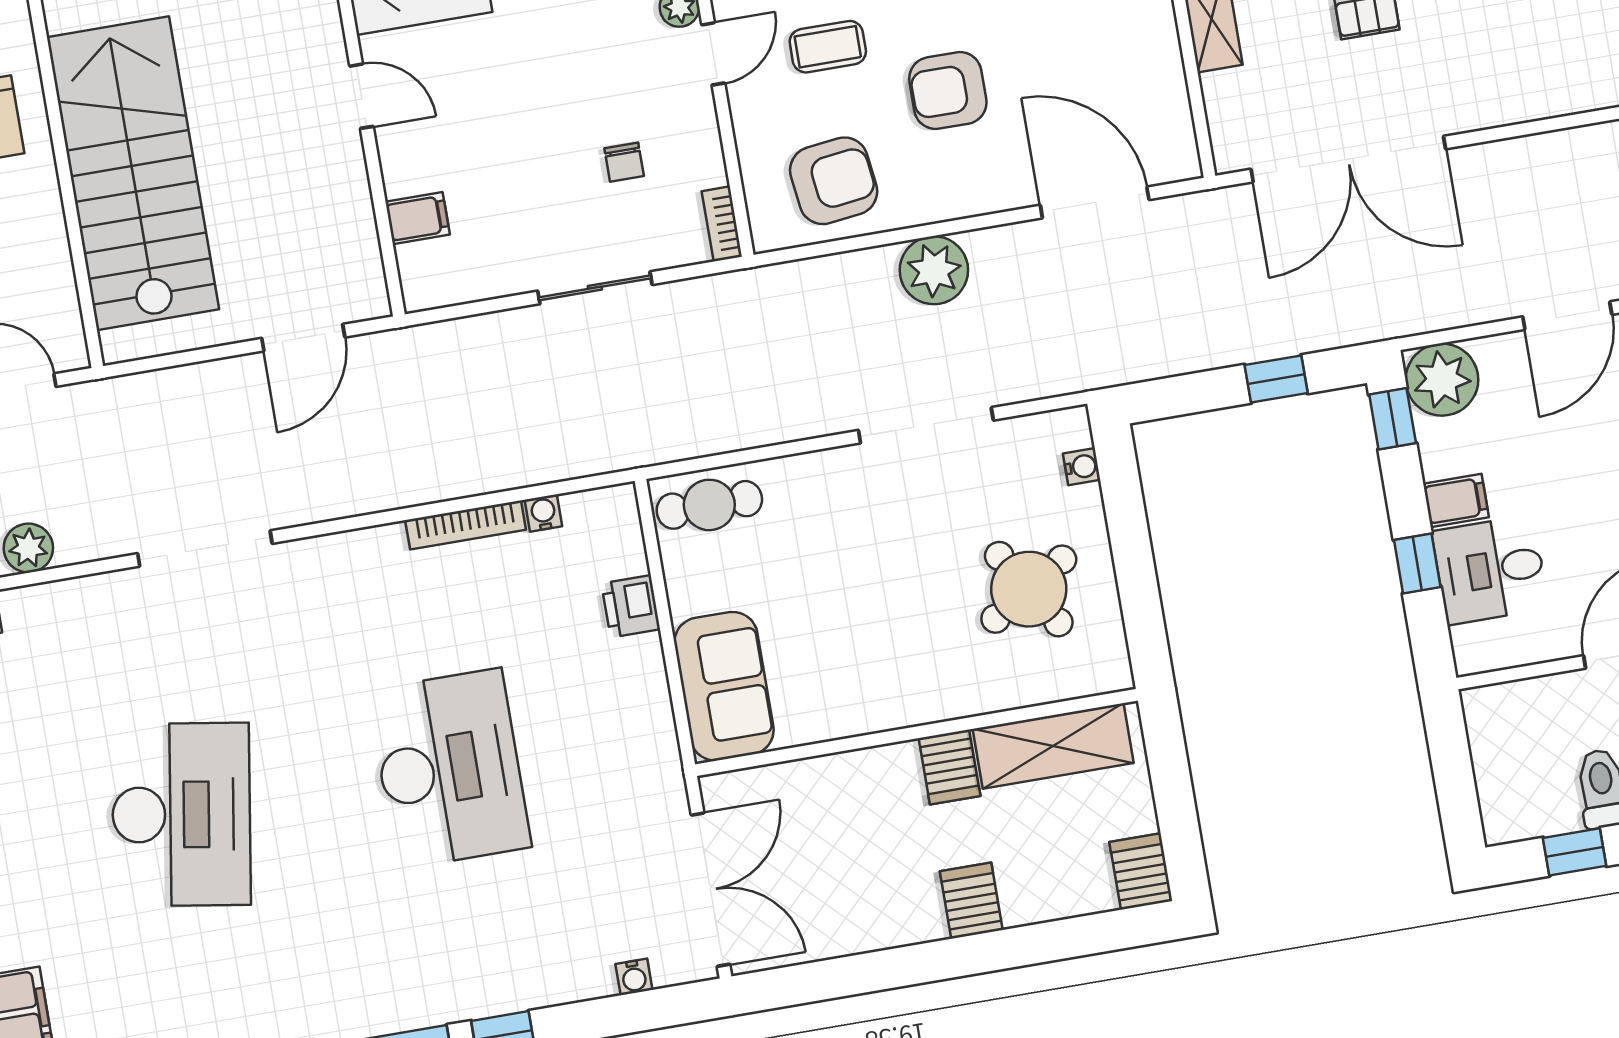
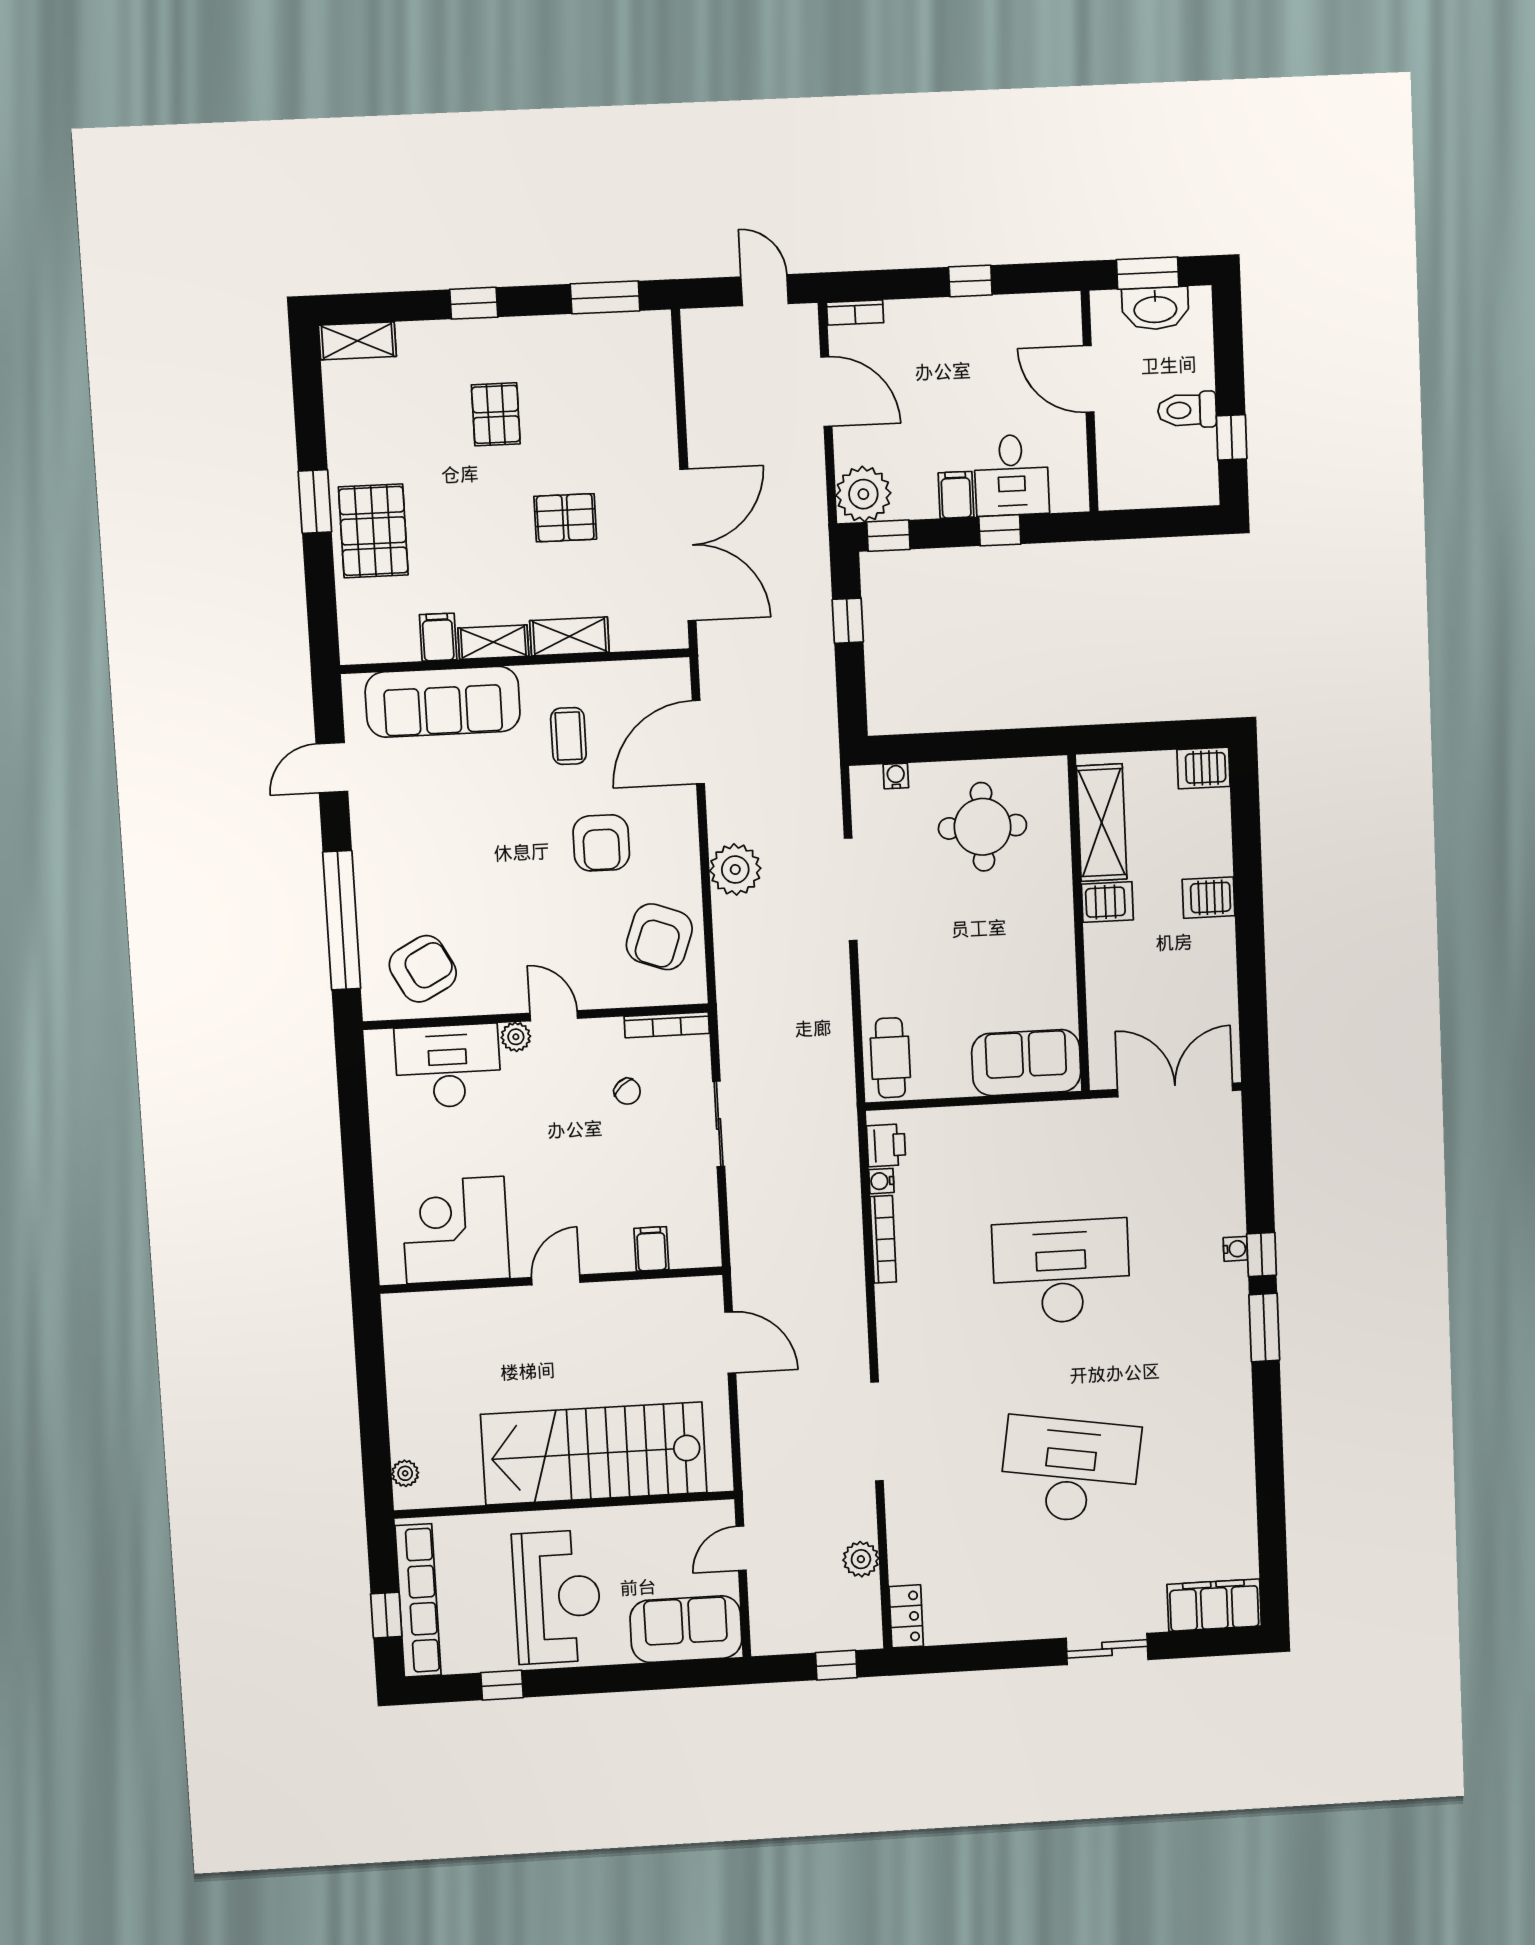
coffee table: (828, 47) -> (568, 736), moved
chair: (624, 162) -> (627, 1091), turned 49
armchair: (834, 181) -> (659, 937), turned -153
bookcase: (722, 224) -> (667, 1025), width x1.56
round table: (1029, 589) -> (983, 827), turned 32
printer: (631, 606) -> (886, 1145), moved, turned -90
water cooler: (634, 977) -> (1235, 1249), moved

